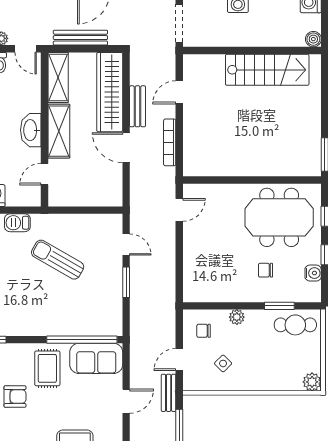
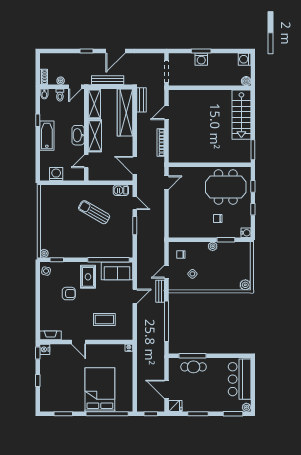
door: (26, 49) -> (75, 87), hinge flipped
stairs: (267, 70) -> (241, 115), moved, turned 90
bench: (137, 106) -> (142, 100), moved
door: (126, 148) -> (135, 165), moved
barbecue: (17, 223) -> (121, 190), moved
water cooler: (313, 273) -> (246, 233), moved
plant: (237, 317) -> (213, 246), moved
cafe table: (295, 325) -> (235, 251), removed

